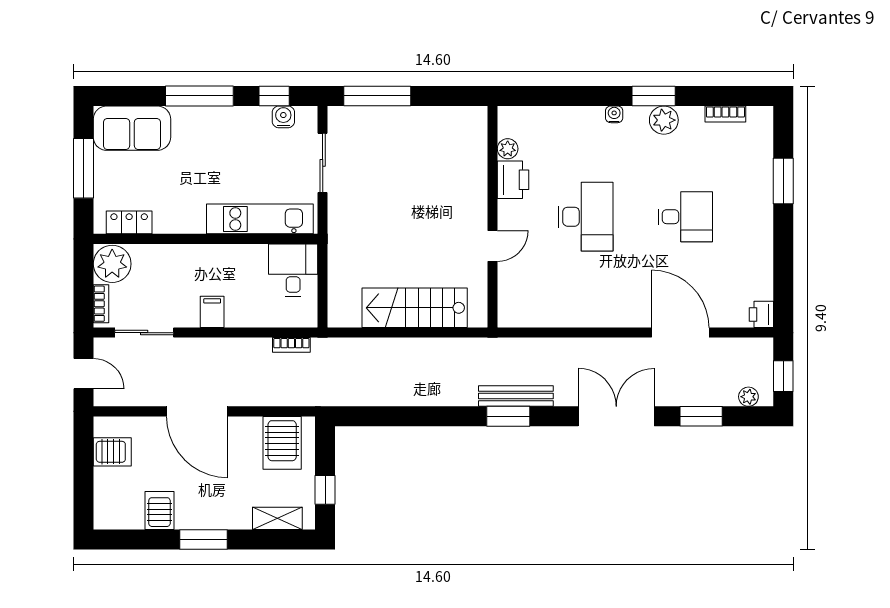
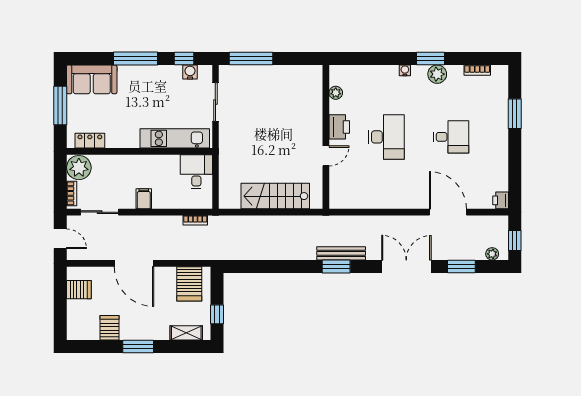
printer: (513, 180) -> (339, 127), moved

